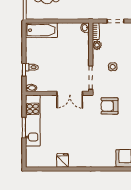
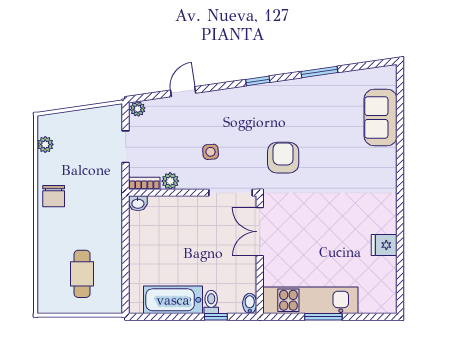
bathtub: (41, 30) -> (173, 300), moved, turned -90
double door: (70, 93) -> (260, 232), swing flipped
armchair: (110, 106) -> (283, 158), turned 180

